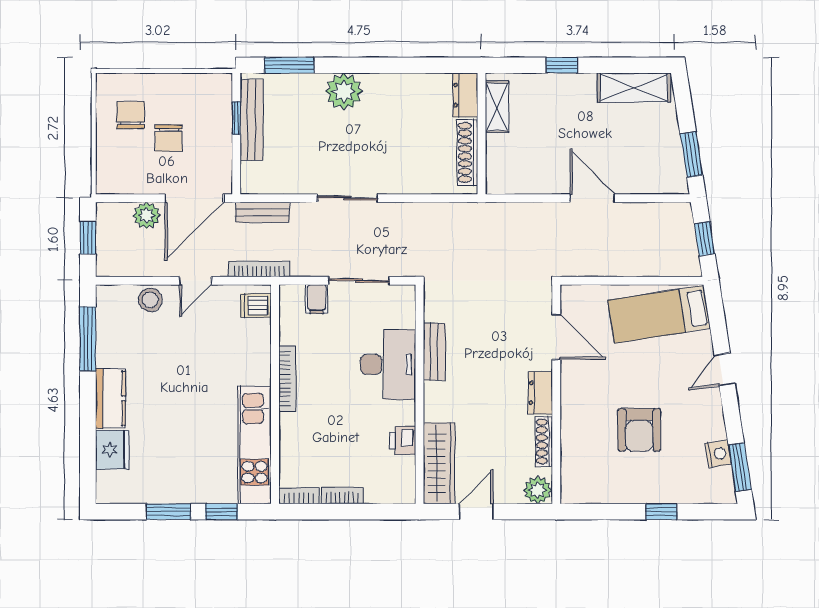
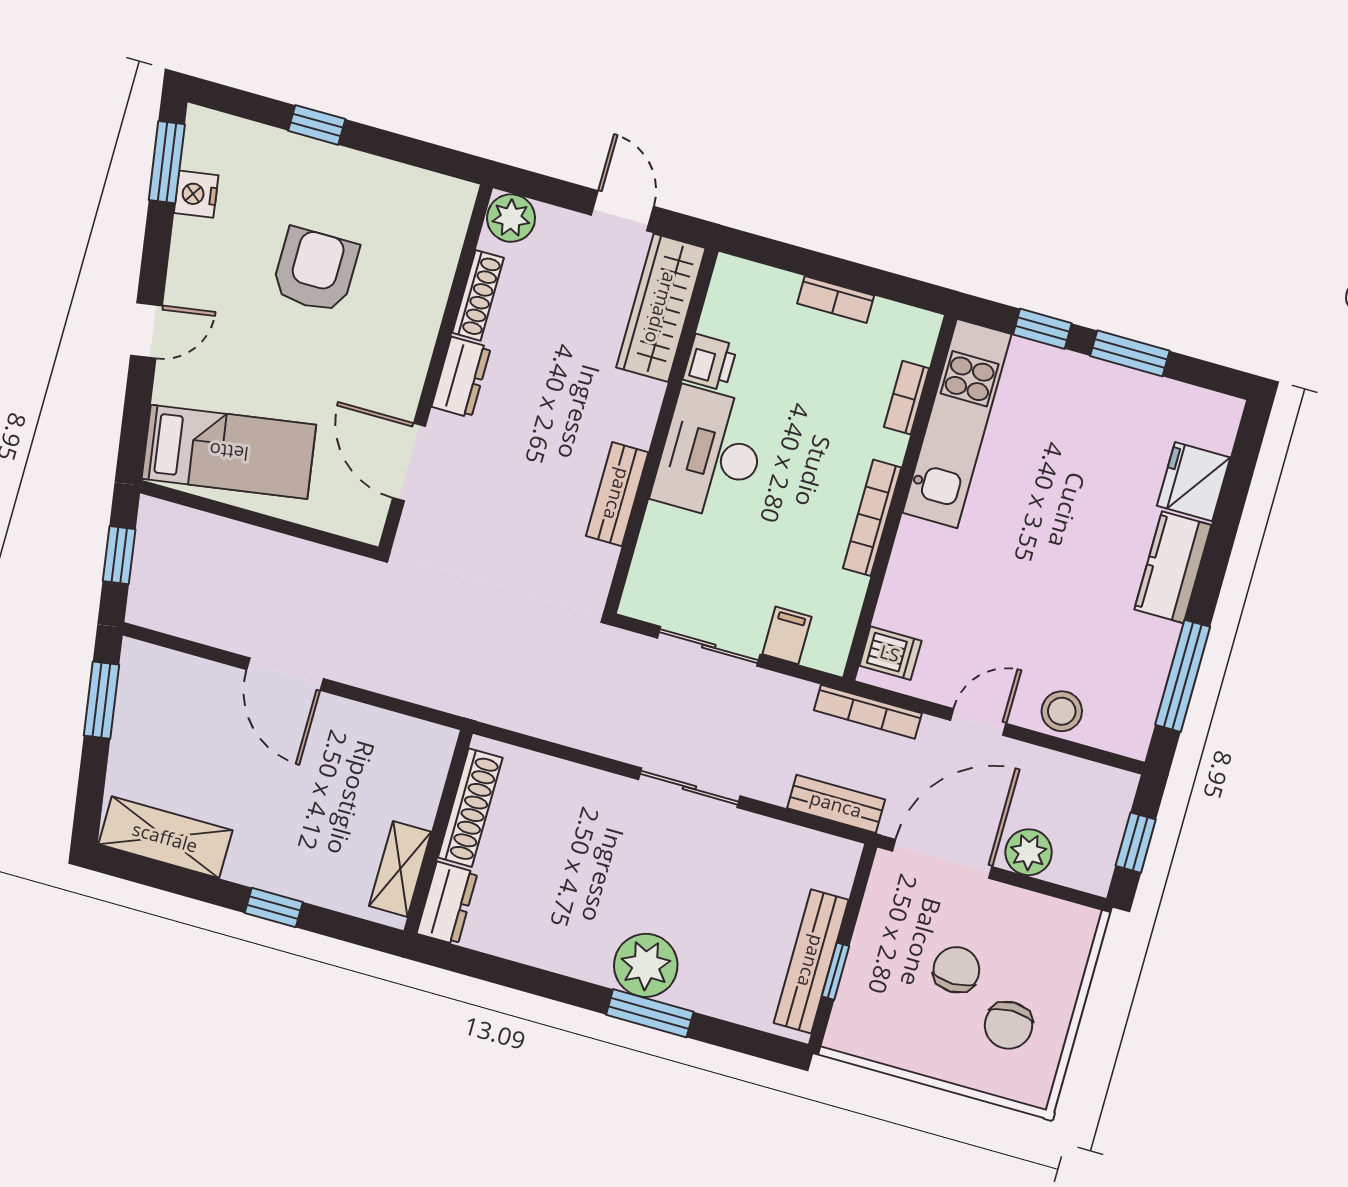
window: (289, 65) -> (650, 1013), moved
desk: (388, 364) -> (711, 454), moved
bookcase: (299, 496) -> (907, 398), moved, turned 90
door: (476, 512) -> (622, 211), swing flipped

